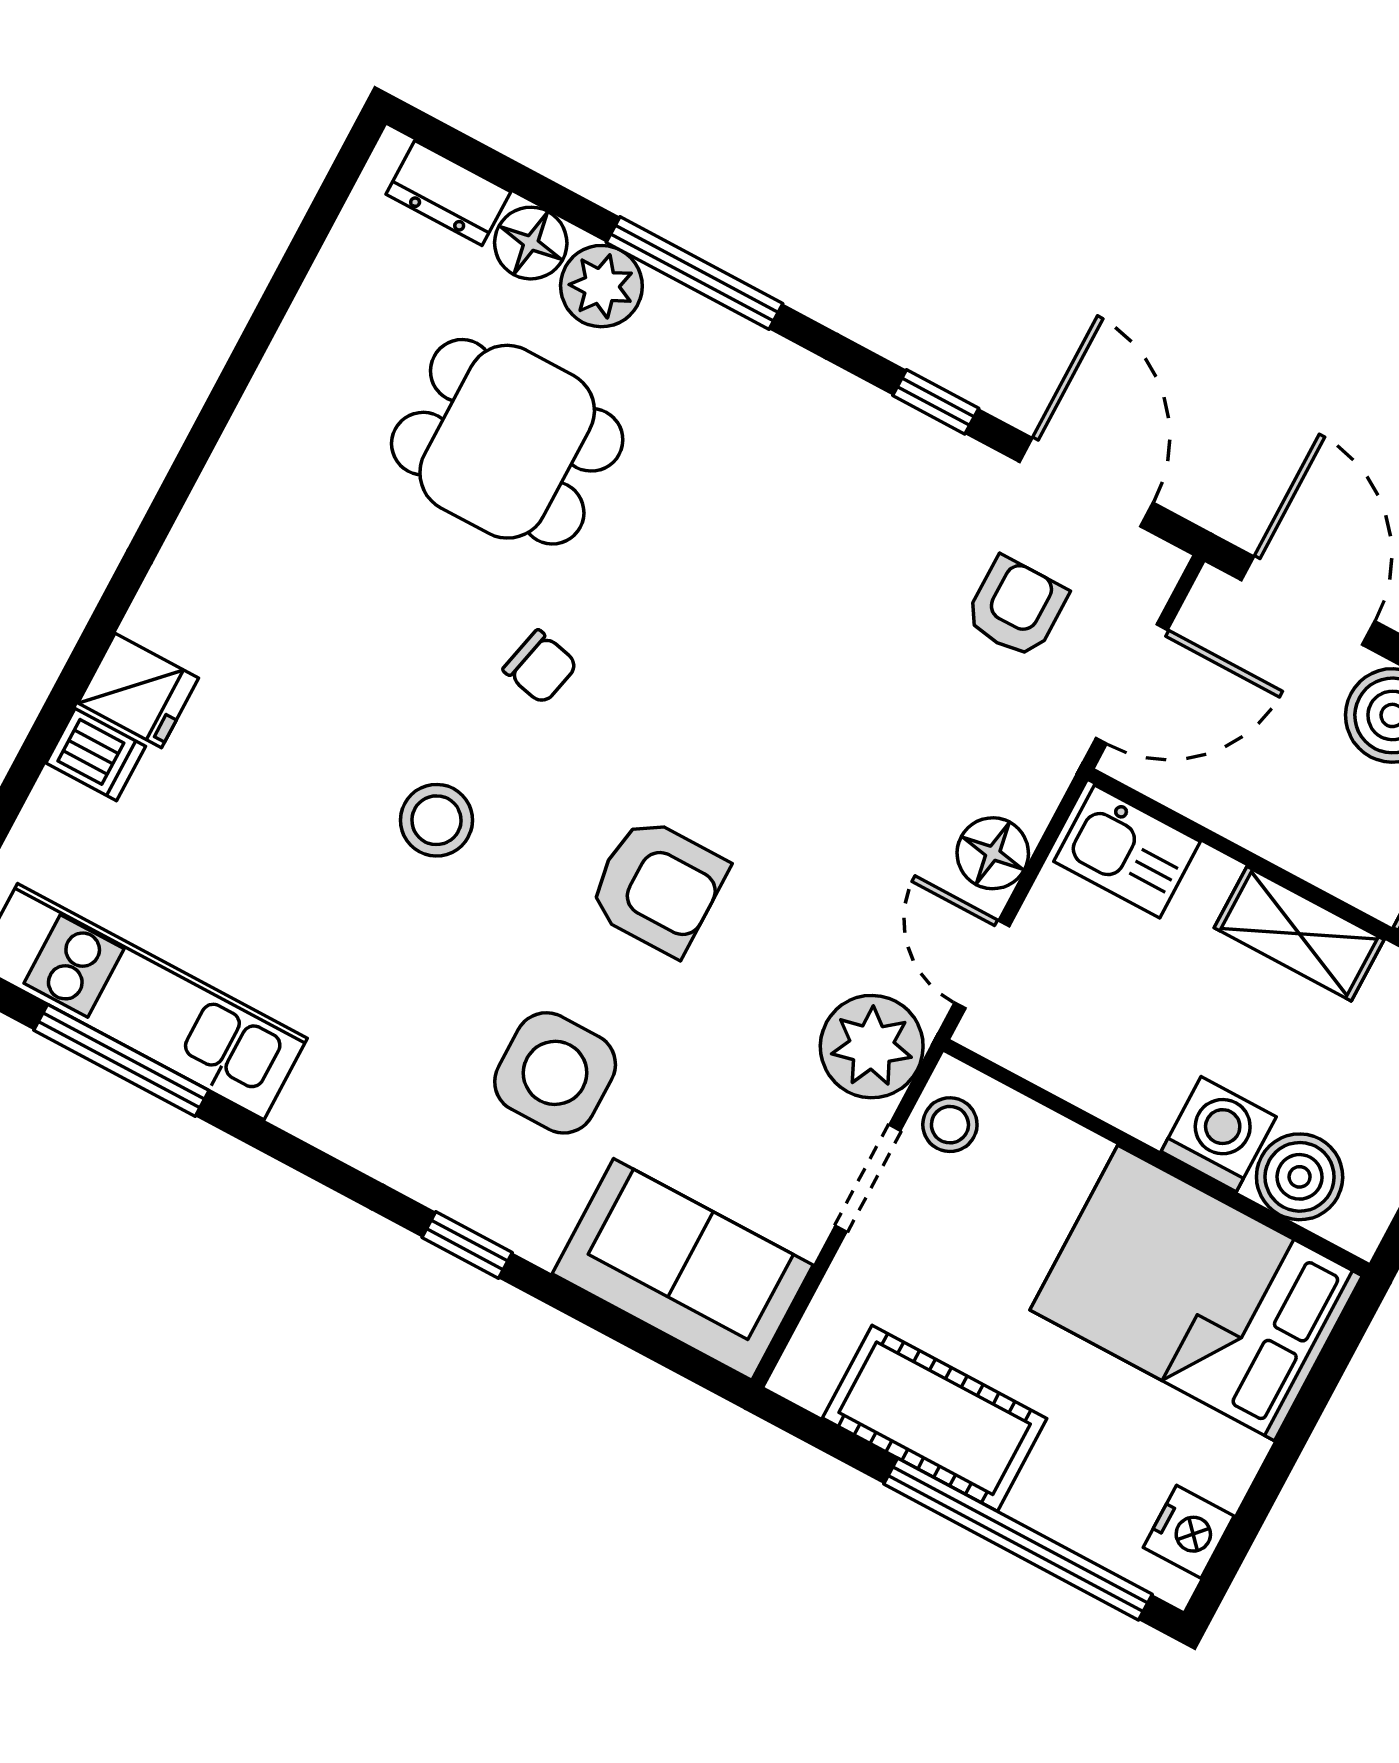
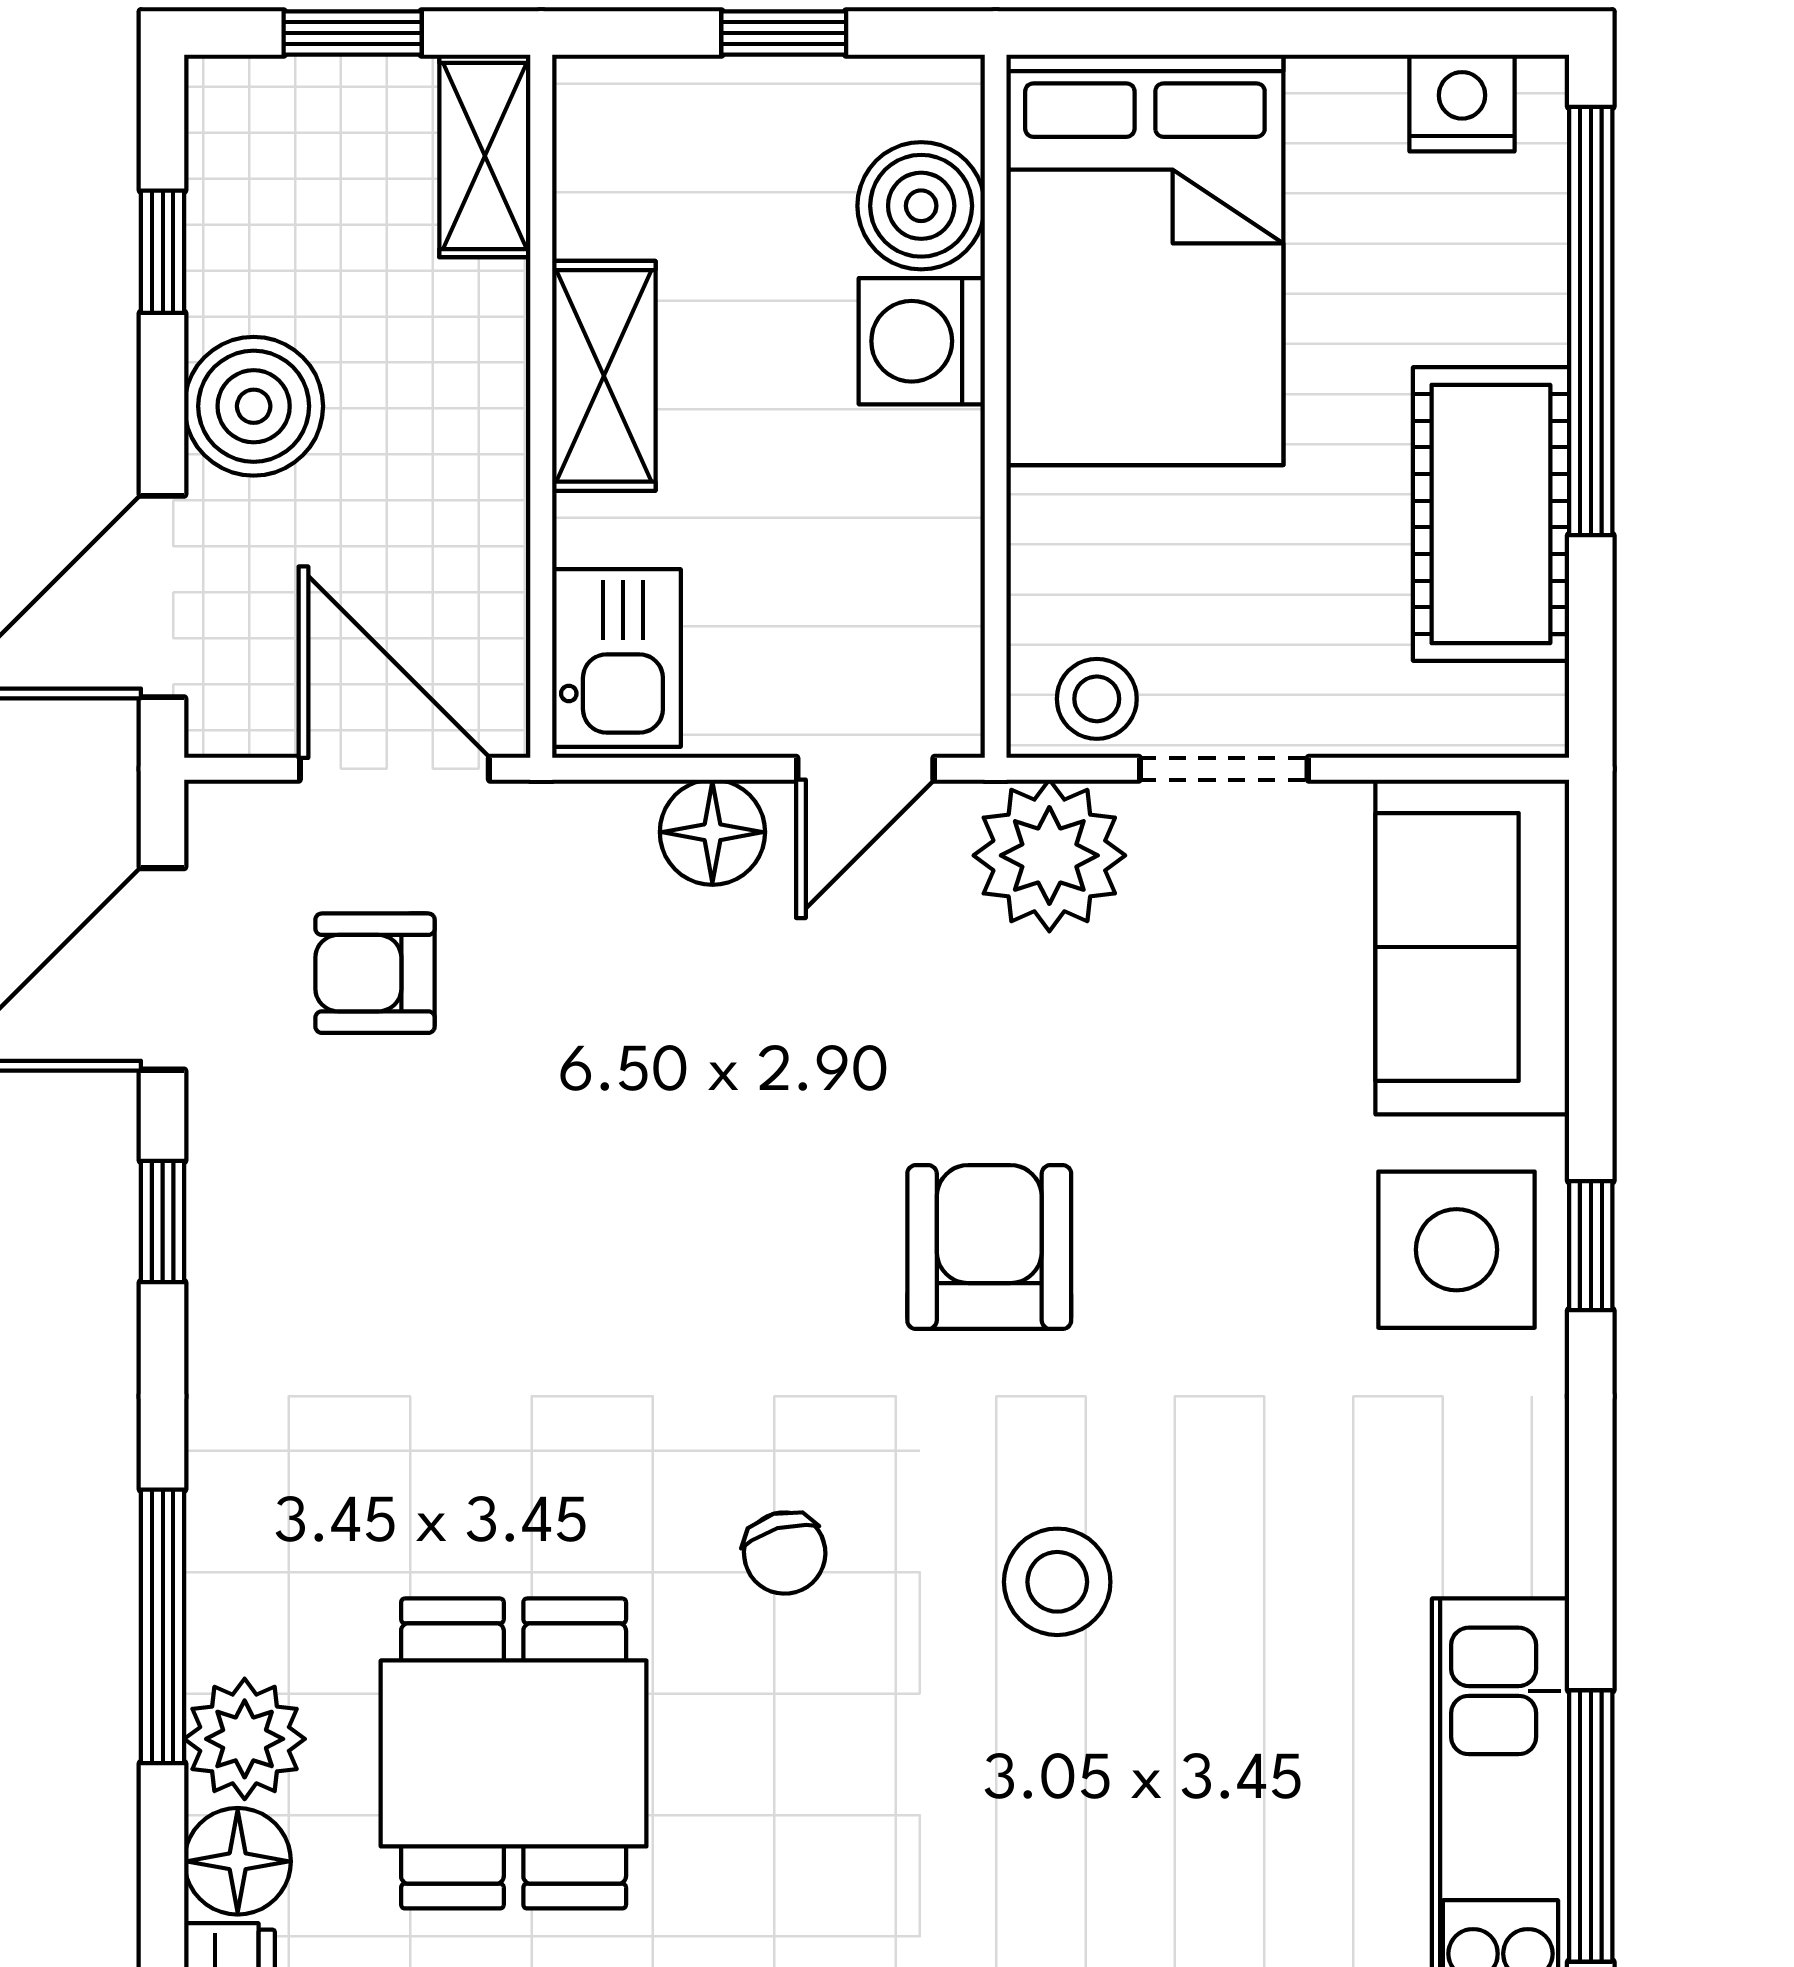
chair: (540, 667) -> (785, 1553), turned 151
side table: (555, 1073) -> (1456, 1250), moved

